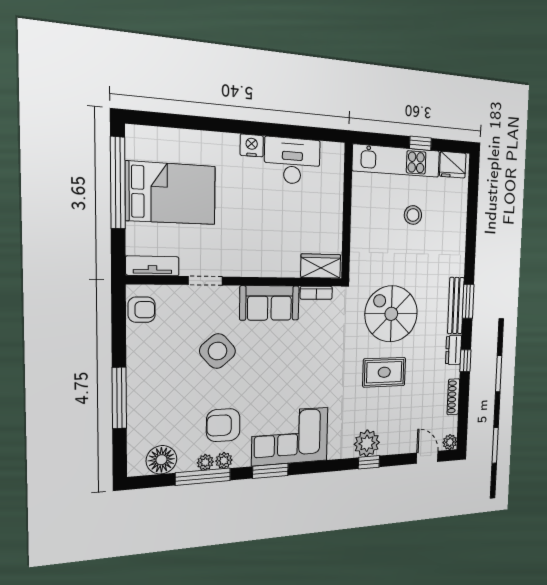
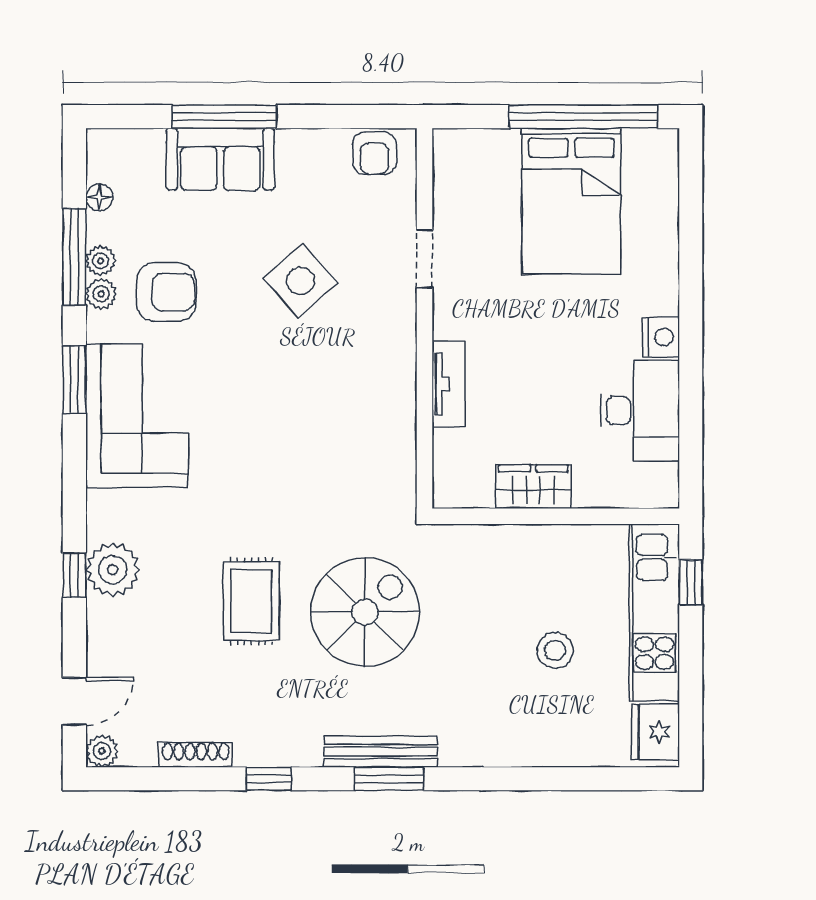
window: (420, 143) -> (691, 582), moved
tv unit: (153, 266) -> (448, 384), moved
wardrobe: (321, 266) -> (533, 487), moved, turned -90
bookcase: (316, 293) -> (405, 460), removed
sofa: (270, 303) -> (220, 159), moved, turned -90
dresser: (454, 350) -> (291, 751), removed
armchair: (223, 425) -> (166, 292), turned 90
floor lamp: (161, 460) -> (99, 197), width x0.53, depth x0.53

